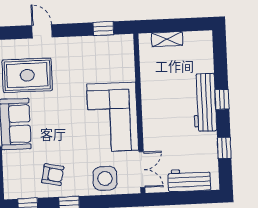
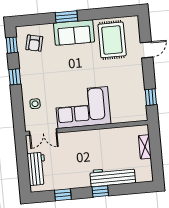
workbench: (205, 102) -> (113, 177), moved
armchair: (53, 175) -> (34, 43), moved
side table: (105, 178) -> (35, 104), width x0.54, depth x0.54

